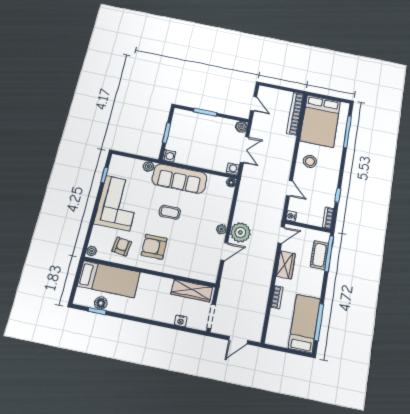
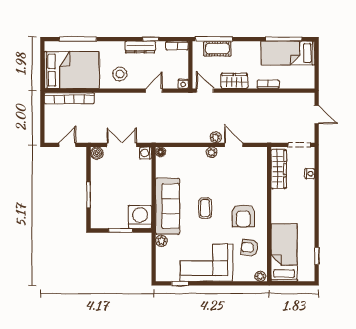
washing machine: (169, 156) -> (140, 217), width x1.89, depth x1.89
dresser: (332, 184) -> (140, 47), added
plant: (240, 232) -> (216, 137), width x0.53, depth x0.53
floor lamp: (101, 303) -> (308, 254), removed

